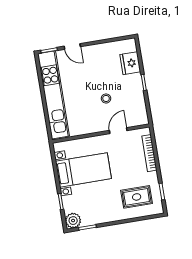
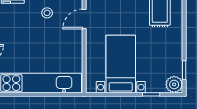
stool: (106, 98) -> (47, 13), moved
door: (118, 131) -> (84, 19), hinge flipped

